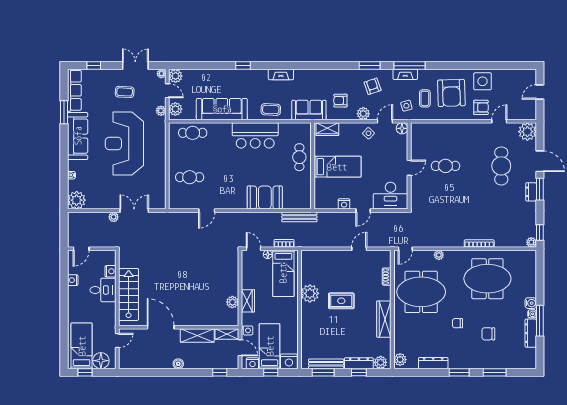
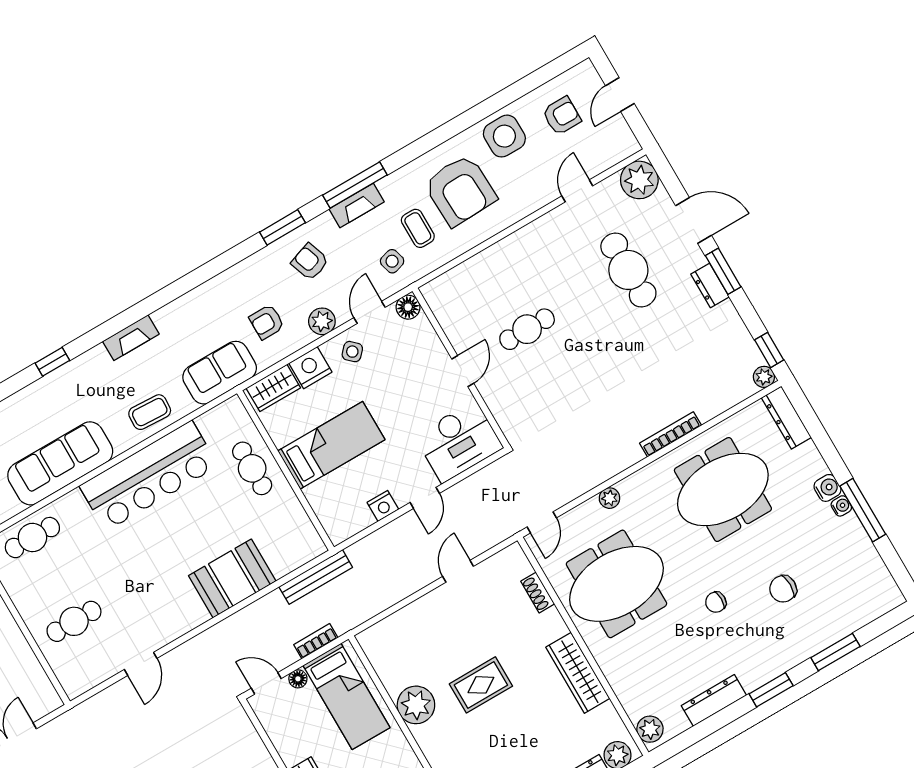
armchair: (481, 107) -> (562, 116), moved
nightstand: (347, 130) -> (310, 368), added
bar counter: (255, 135) -> (149, 476), width x1.36
dresser: (531, 333) -> (786, 418), moved

